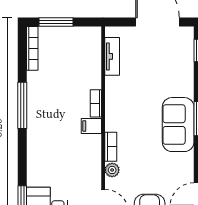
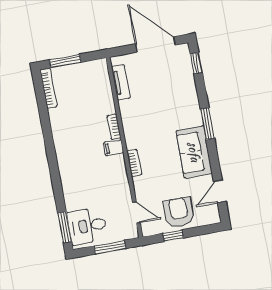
window: (22, 105) -> (49, 141), removed
sofa: (178, 125) -> (194, 152), moved
plant: (112, 170) -> (139, 183), removed

